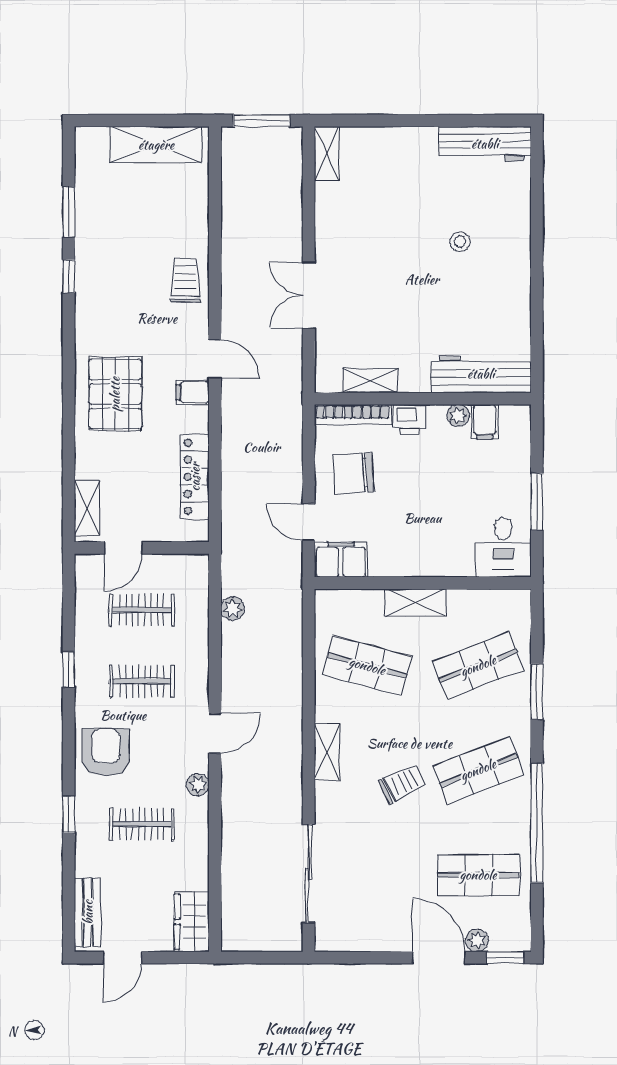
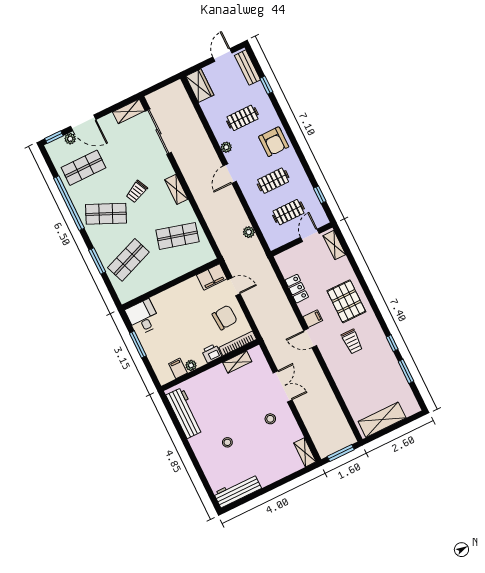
stool: (360, 246) -> (270, 419), added
trolley: (185, 280) -> (352, 341), moved
workbench: (481, 374) -> (185, 413), moved, turned -90
locker: (195, 477) -> (297, 289), width x0.66
shelving: (415, 603) -> (129, 111), moved
window: (69, 669) -> (320, 195), moved
shop shelf: (478, 770) -> (106, 214), turned 45
window: (69, 814) -> (266, 85), moved

